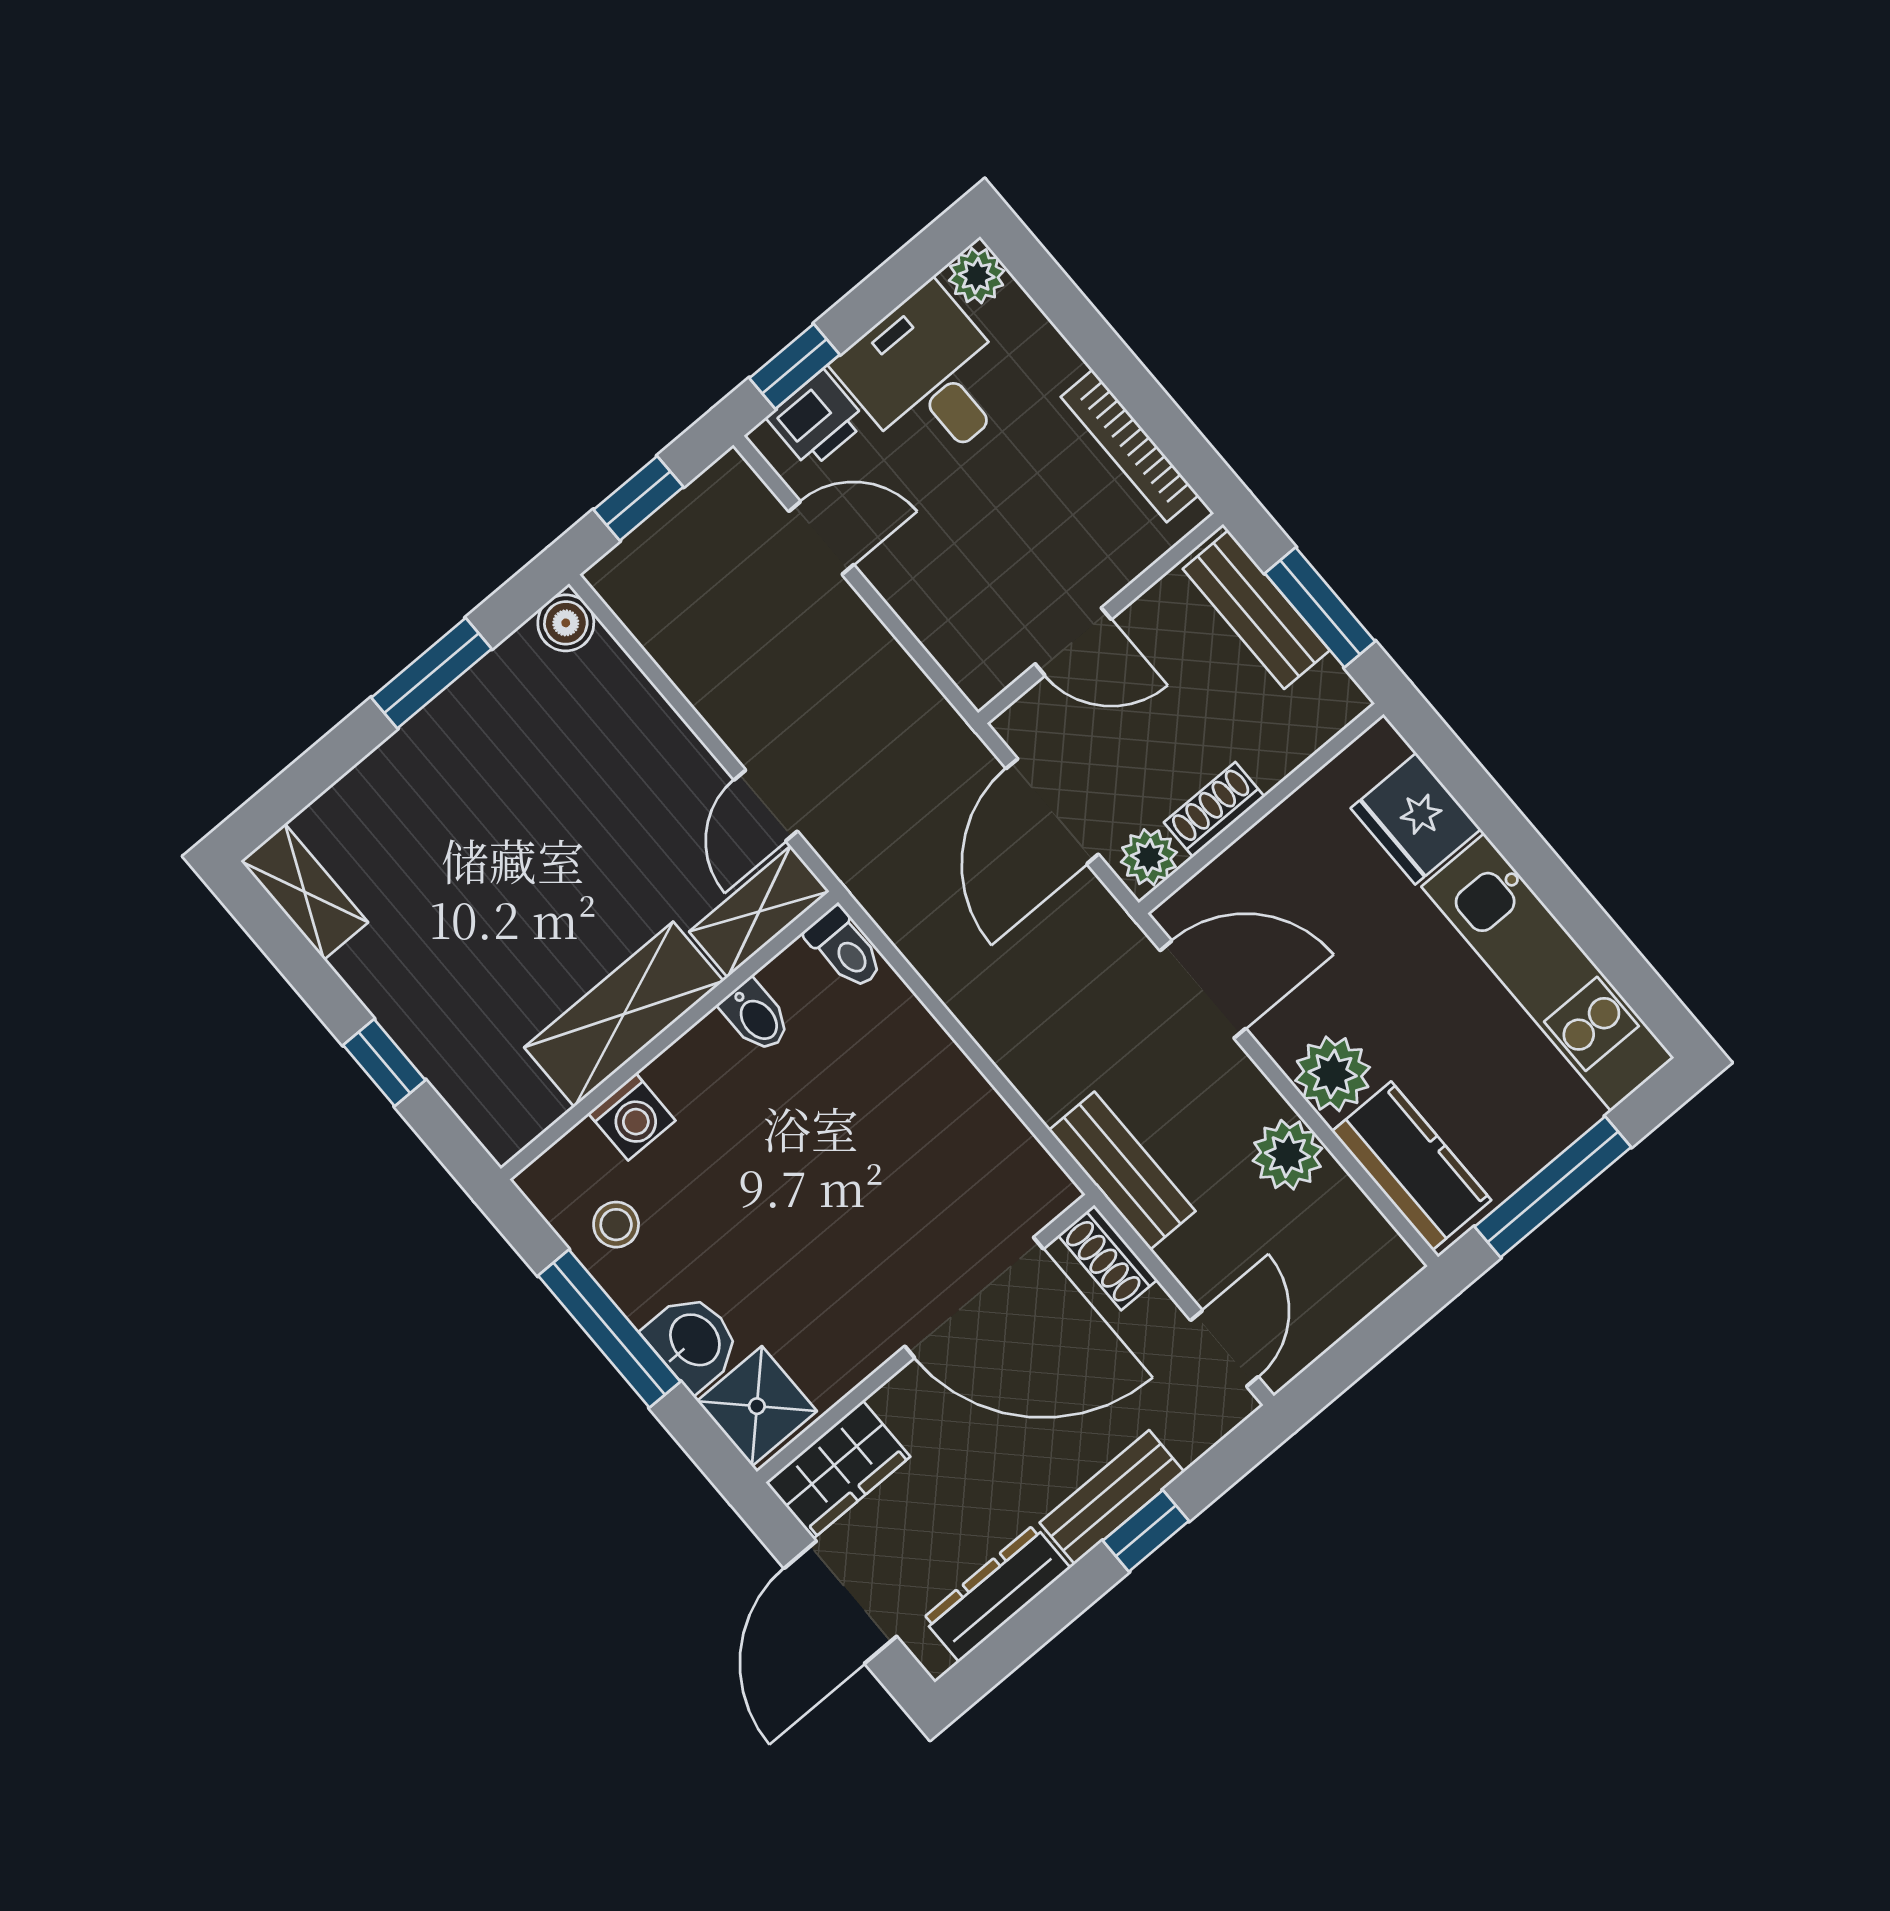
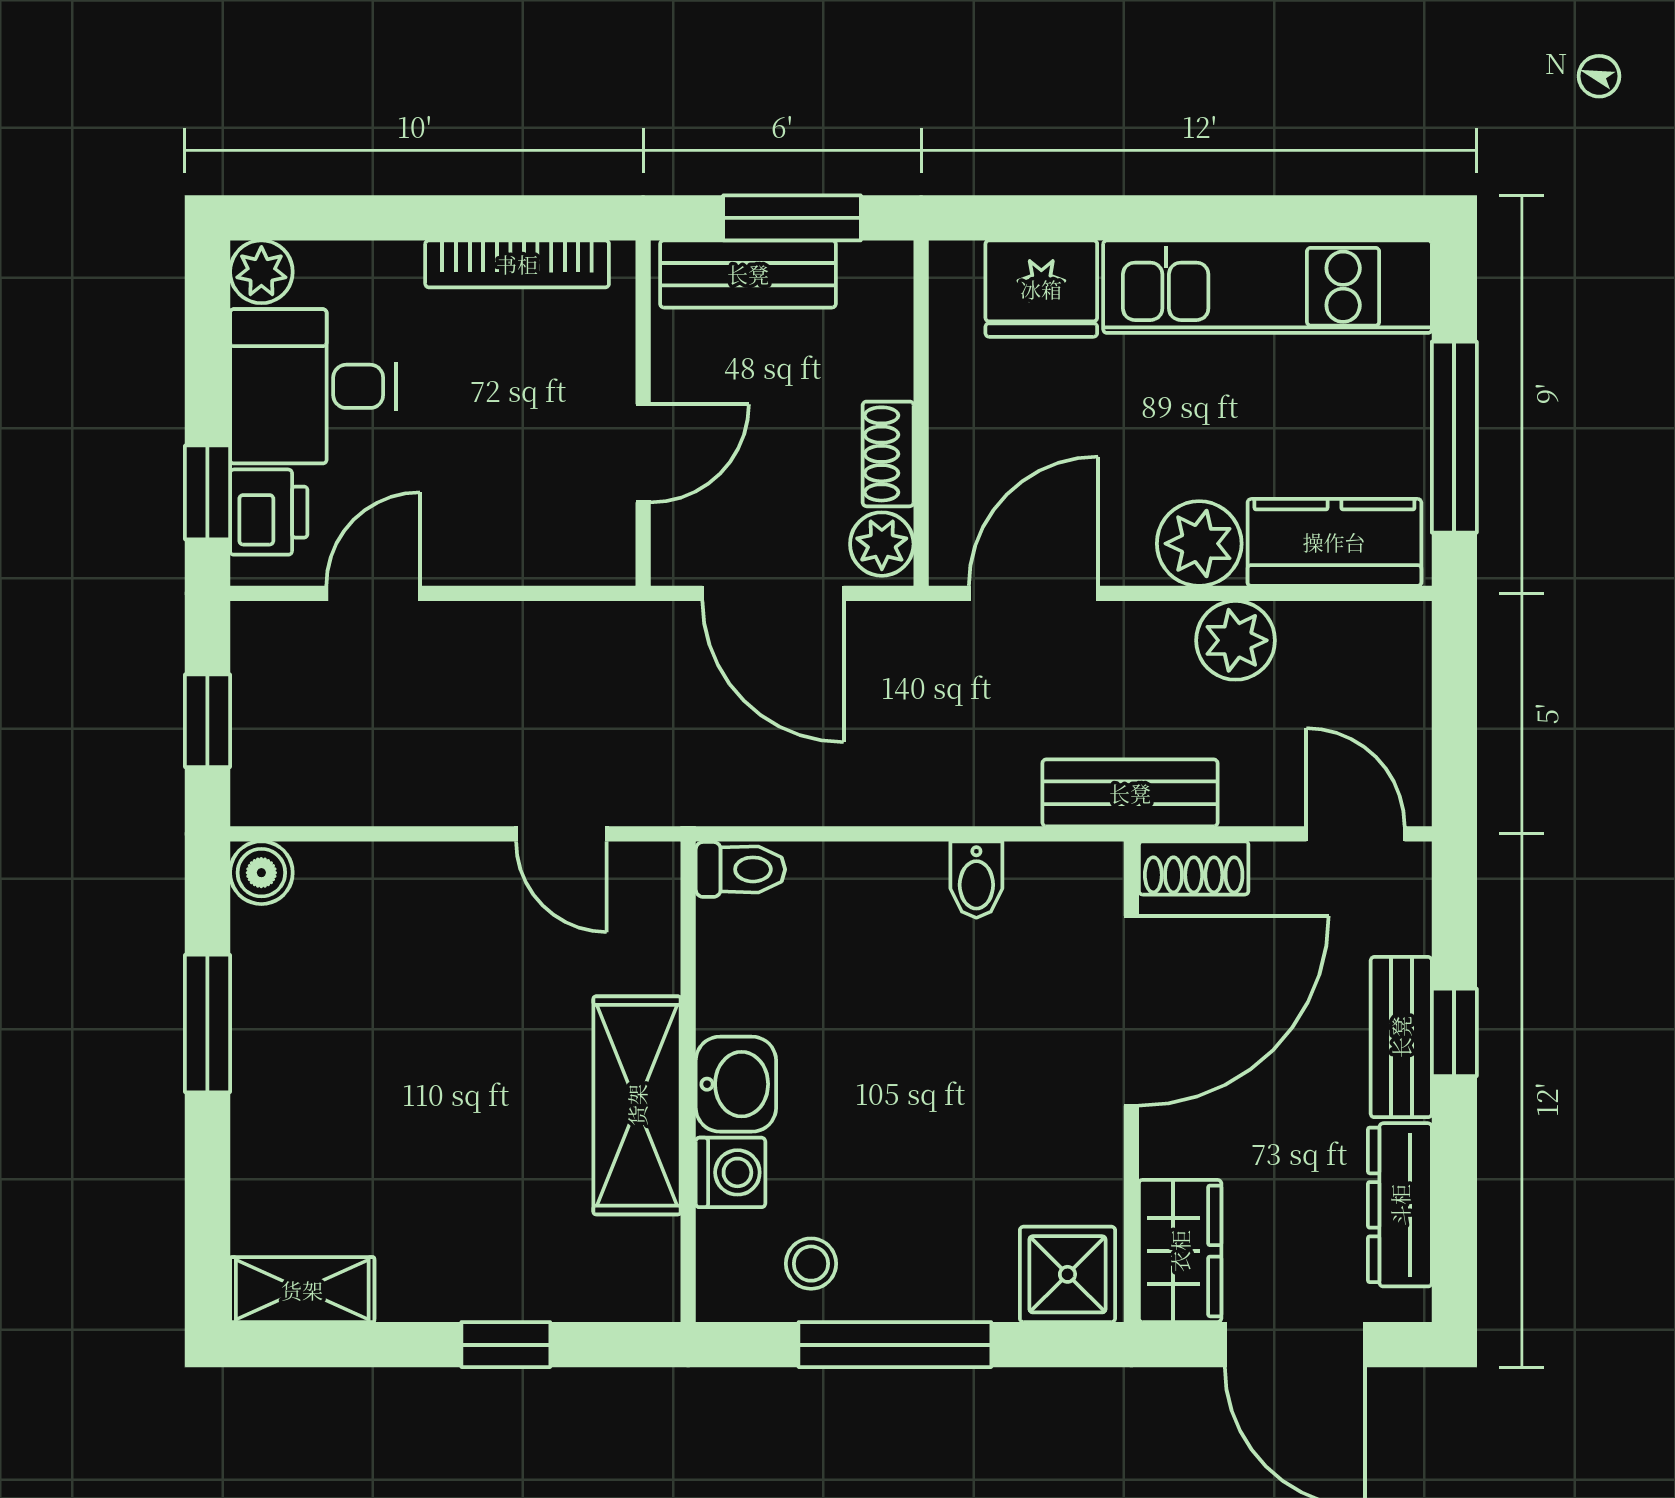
shelving: (759, 912) -> (647, 916), removed
bidet: (756, 1016) -> (976, 880), moved, turned 90
washbasin: (693, 1341) -> (736, 1084), moved, turned 90

